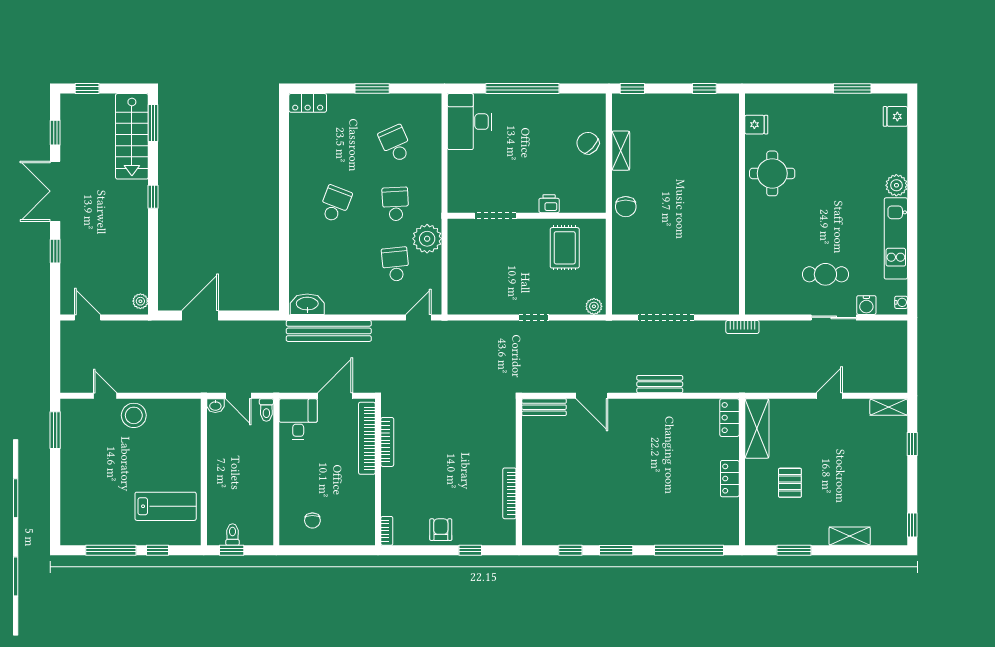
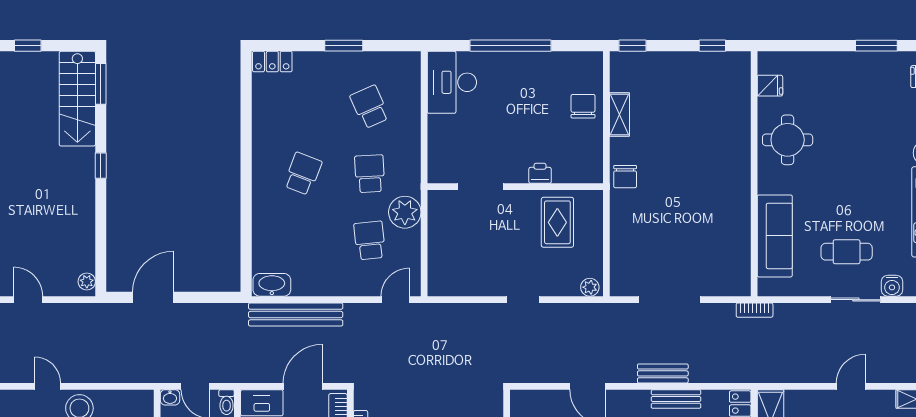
chair: (588, 143) -> (583, 106), turned 48
sofa: (761, 260) -> (775, 236), added
bench: (544, 407) -> (676, 399), moved

